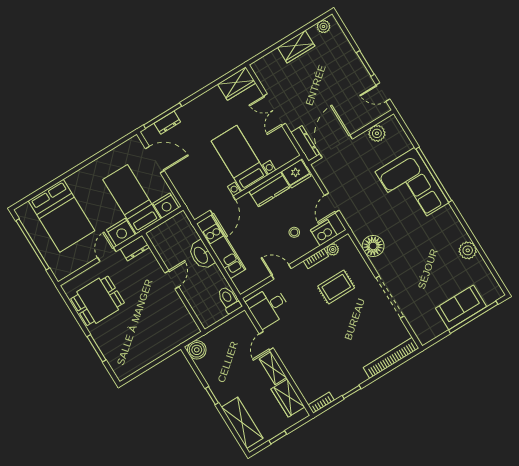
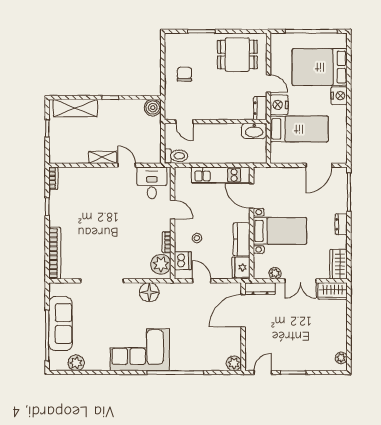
wardrobe: (296, 47) -> (333, 291), moved, turned -90
double door: (275, 110) -> (300, 281), swing flipped
dresser: (167, 123) -> (341, 224), moved
plant: (377, 133) -> (234, 363), moved
plant: (282, 138) -> (275, 273), added
door: (336, 146) -> (243, 311), swing flipped
corner sofa: (412, 187) -> (140, 350), moved
nightstand: (166, 206) -> (339, 96), moved, turned 180
plant: (333, 249) -> (161, 264), width x1.88, depth x1.88
plant: (468, 250) -> (76, 363), moved
washbasin: (201, 255) -> (254, 131), moved, turned 180
door: (281, 272) -> (173, 210), hinge flipped
door: (172, 280) -> (184, 122), moved
rug: (336, 287) -> (135, 244), removed
dining table: (98, 301) -> (237, 55), turned 90
sofa: (461, 307) -> (60, 324), width x1.36
chair: (147, 339) -> (184, 74), added
wardrobe: (288, 398) -> (73, 155), removed

